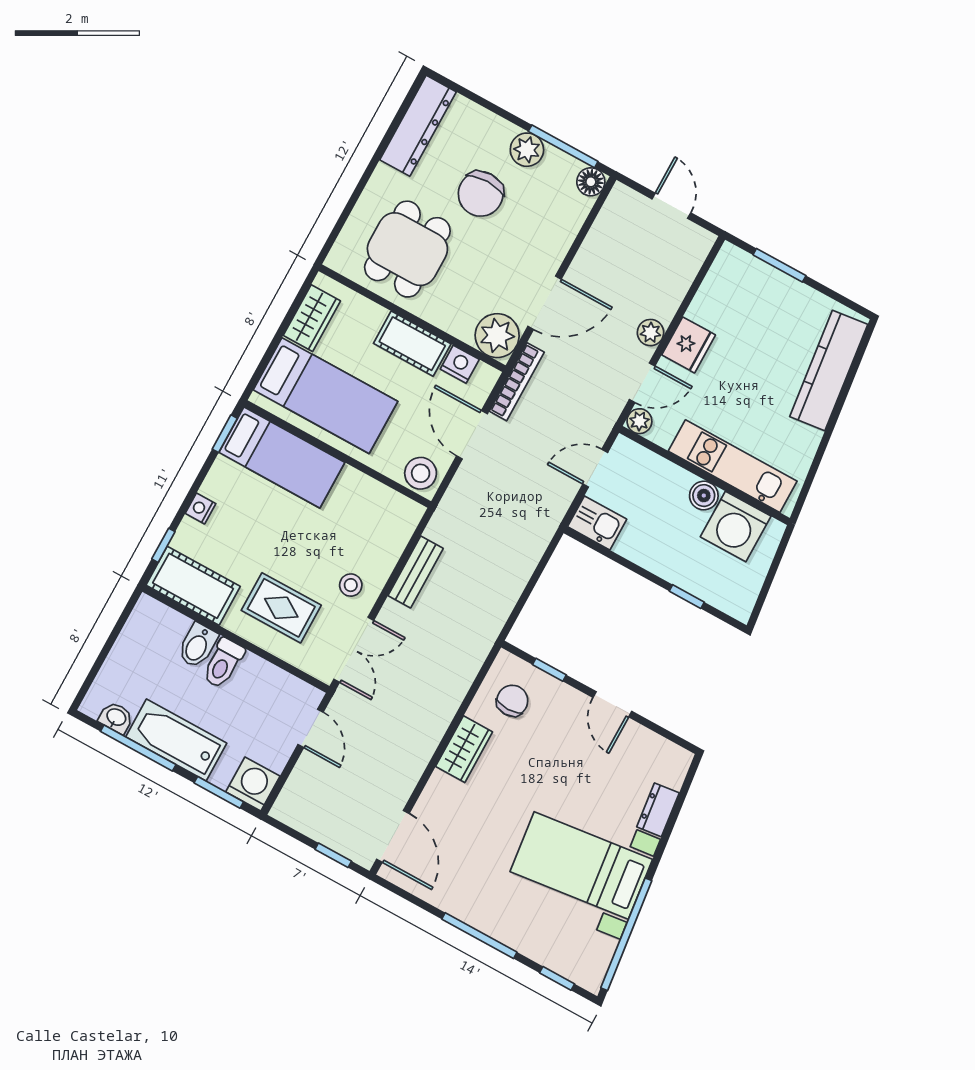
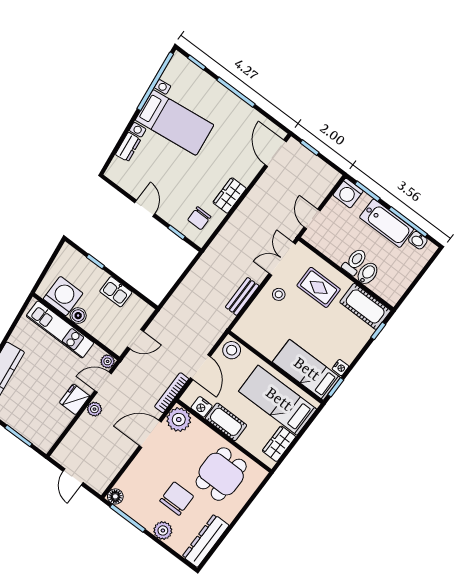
plant: (527, 150) -> (163, 530), moved
nightstand: (201, 508) -> (340, 368), moved
kitchen sink: (597, 523) -> (116, 292), moved

